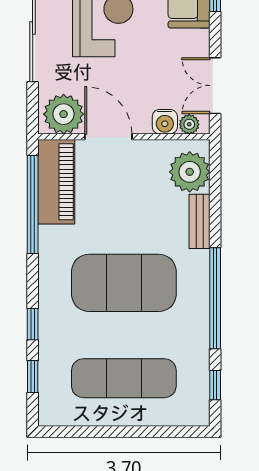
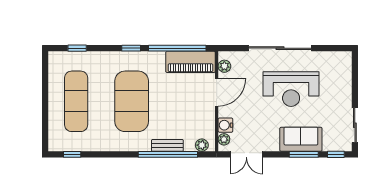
double door: (215, 86) -> (246, 154), swing flipped
plant: (64, 114) -> (224, 66), width x0.53, depth x0.53
plant: (190, 172) -> (202, 145), width x0.53, depth x0.53
window: (215, 298) -> (168, 154), moved
window: (33, 324) -> (131, 48), moved

